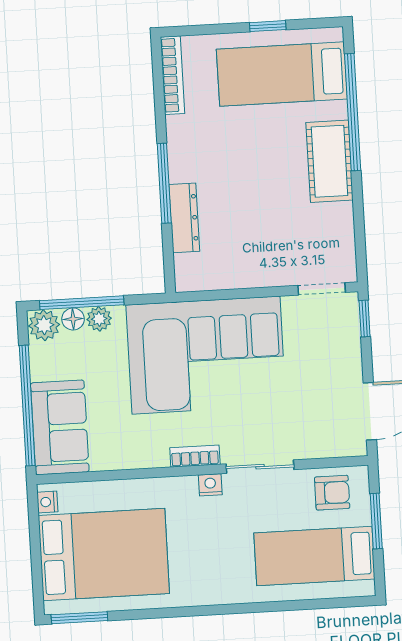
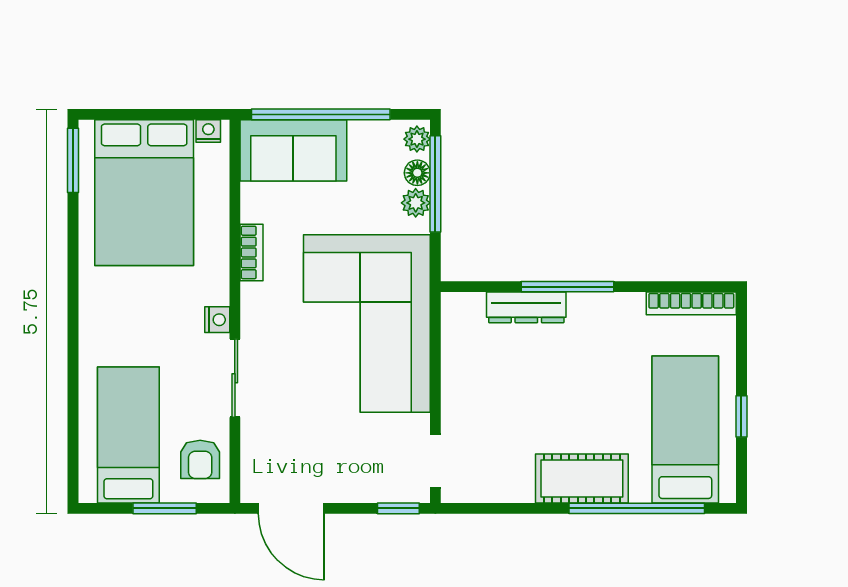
plant: (44, 325) -> (417, 139), width x0.73, depth x0.73
bookcase: (195, 456) -> (251, 252), moved

